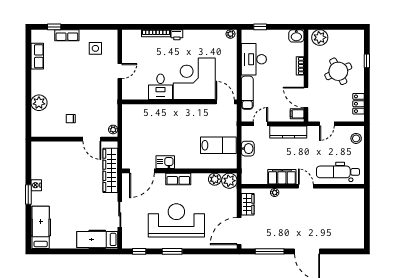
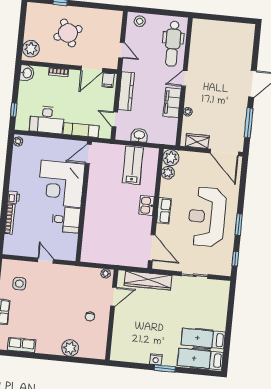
locker: (358, 104) -> (104, 15), removed
kitchen sink: (165, 162) -> (147, 205), moved
hospital bed: (97, 239) -> (203, 339), moved, turned 90

